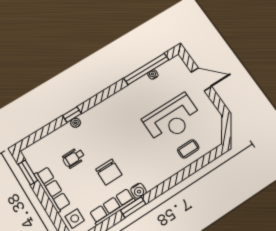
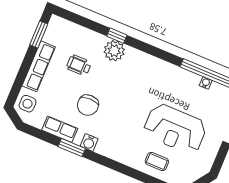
plant: (76, 123) -> (114, 51), width x1.88, depth x1.88
row of seats: (112, 207) -> (60, 129), width x0.68

